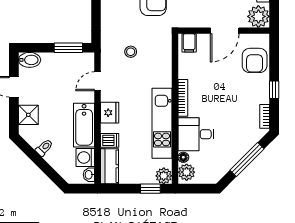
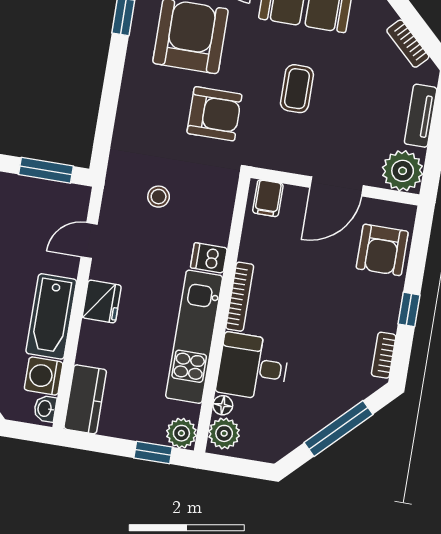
dishwasher: (110, 140) -> (209, 258), moved, turned 180

